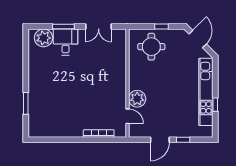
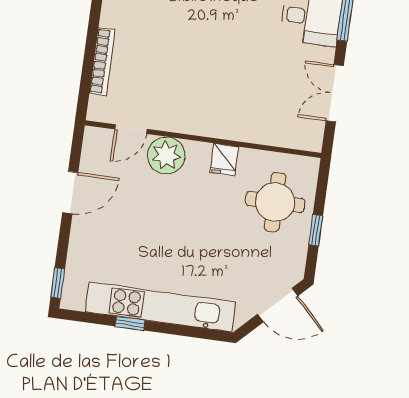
fridge: (135, 72) -> (224, 160), added
door: (160, 140) -> (70, 193), swing flipped
window: (183, 140) -> (58, 283), moved

